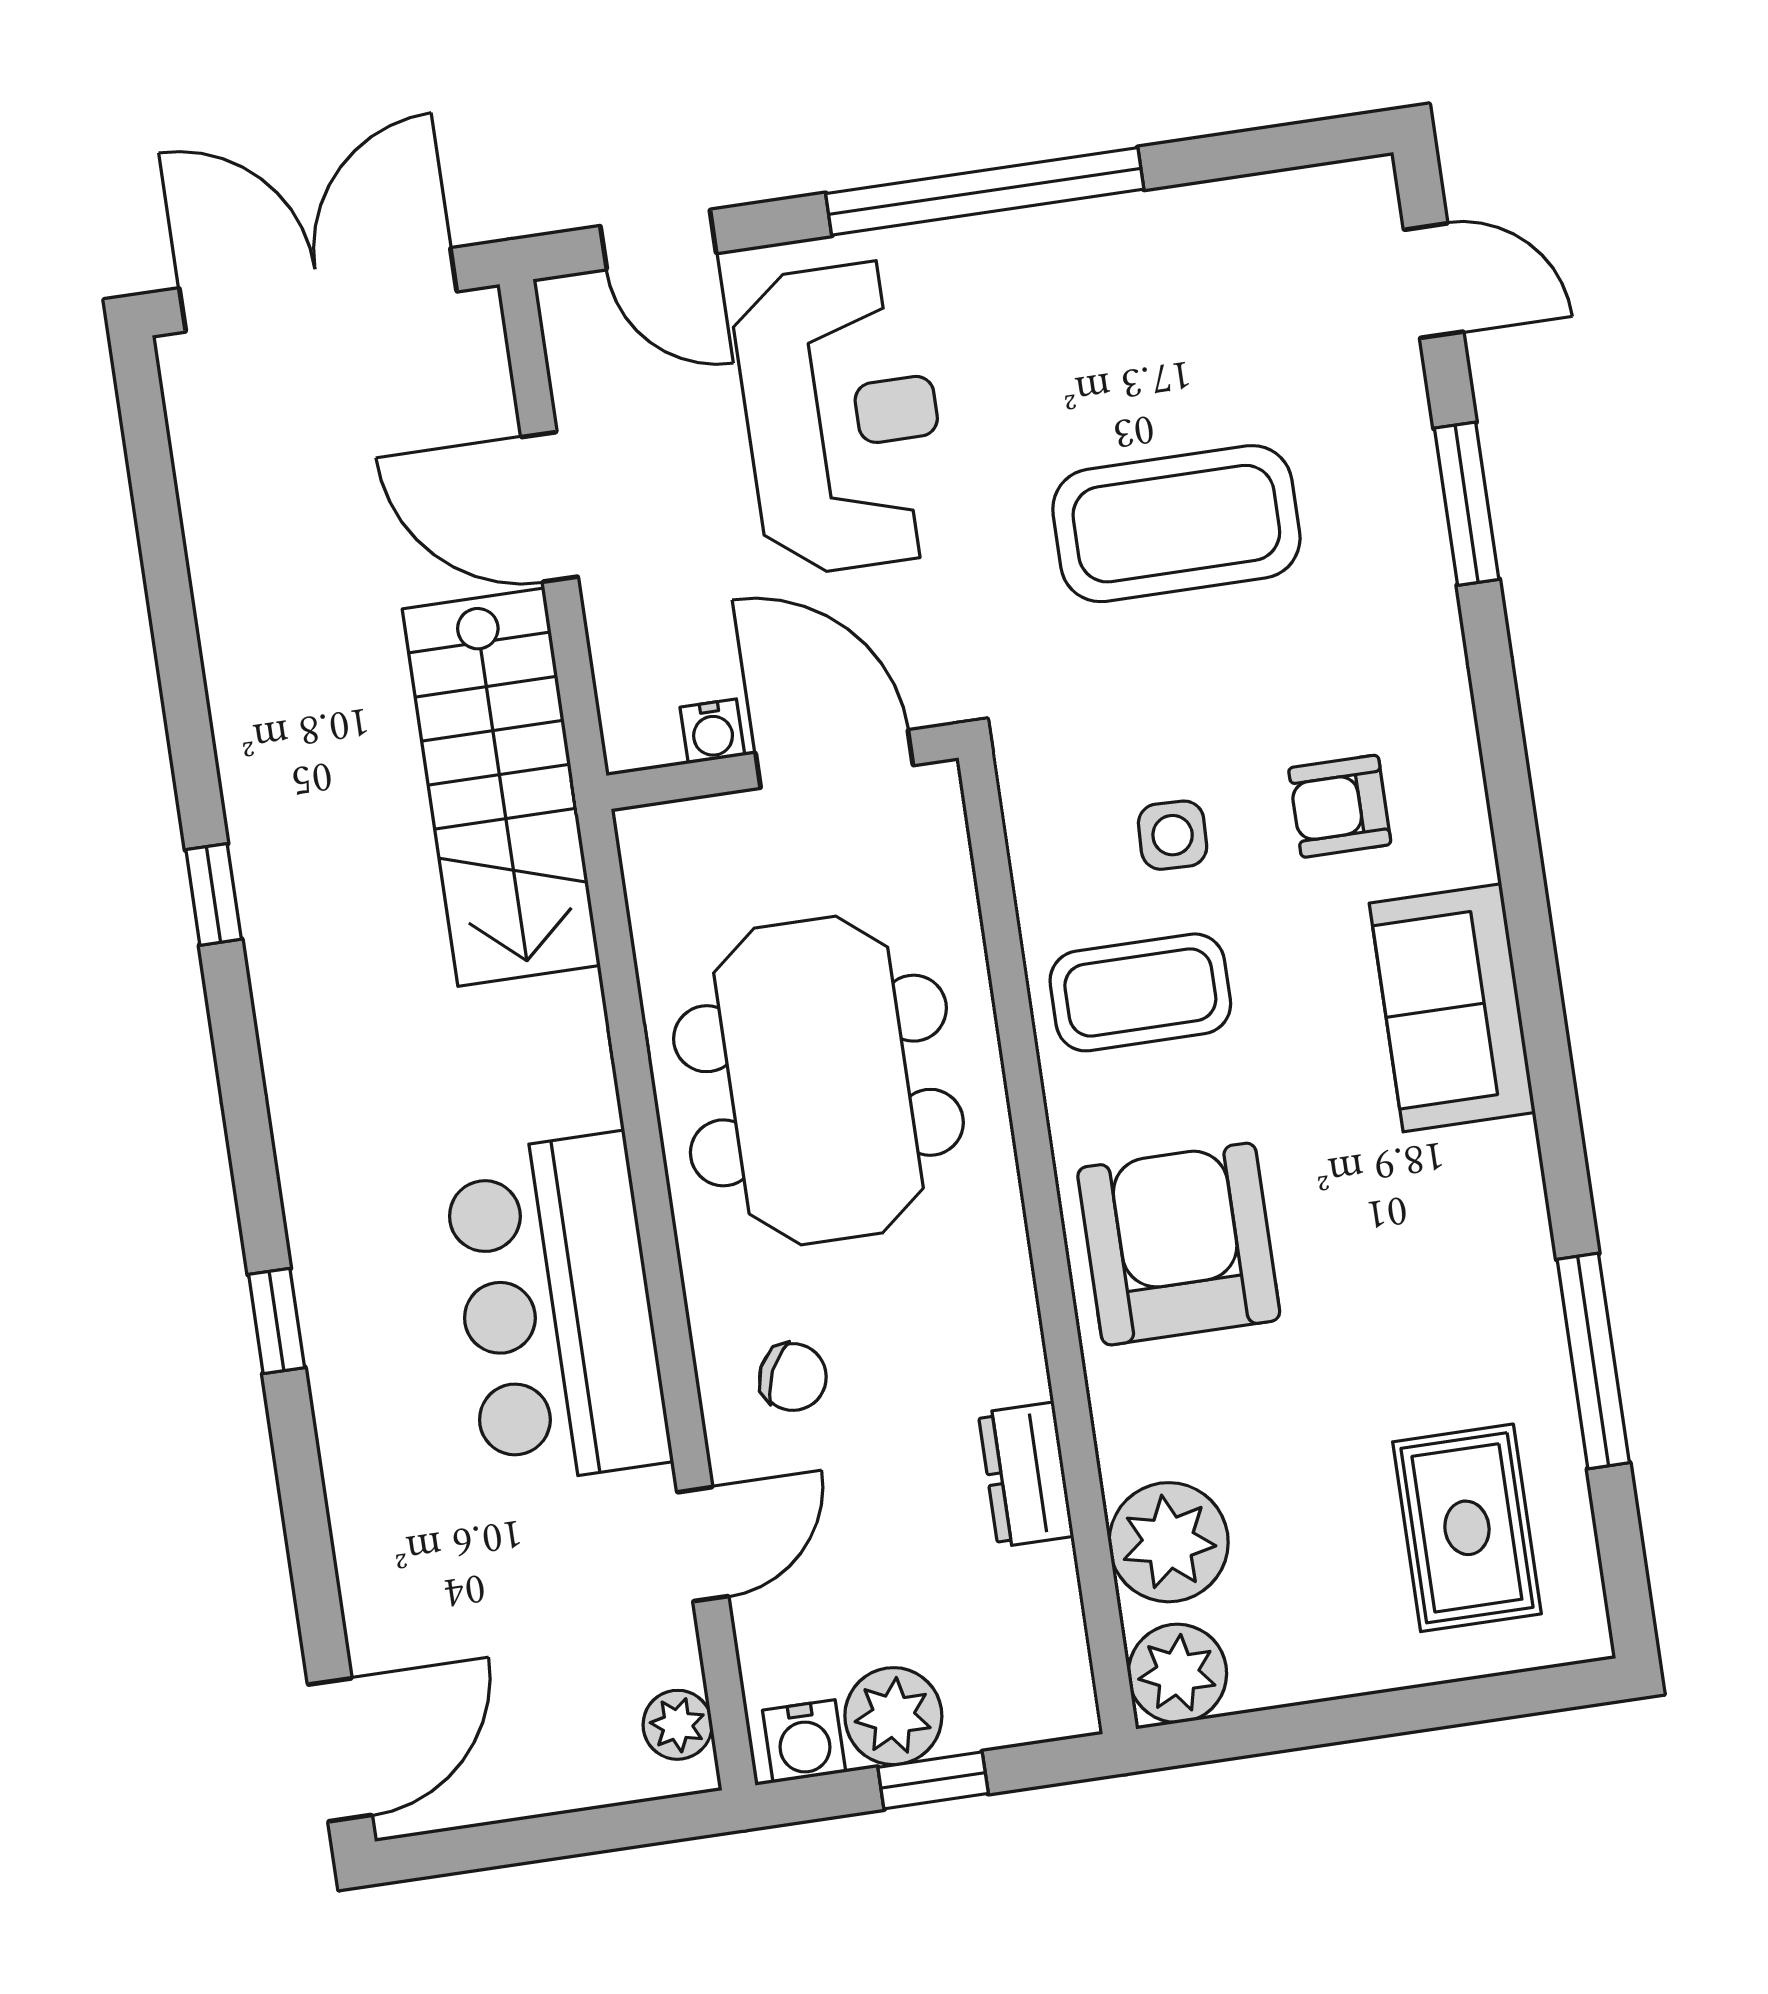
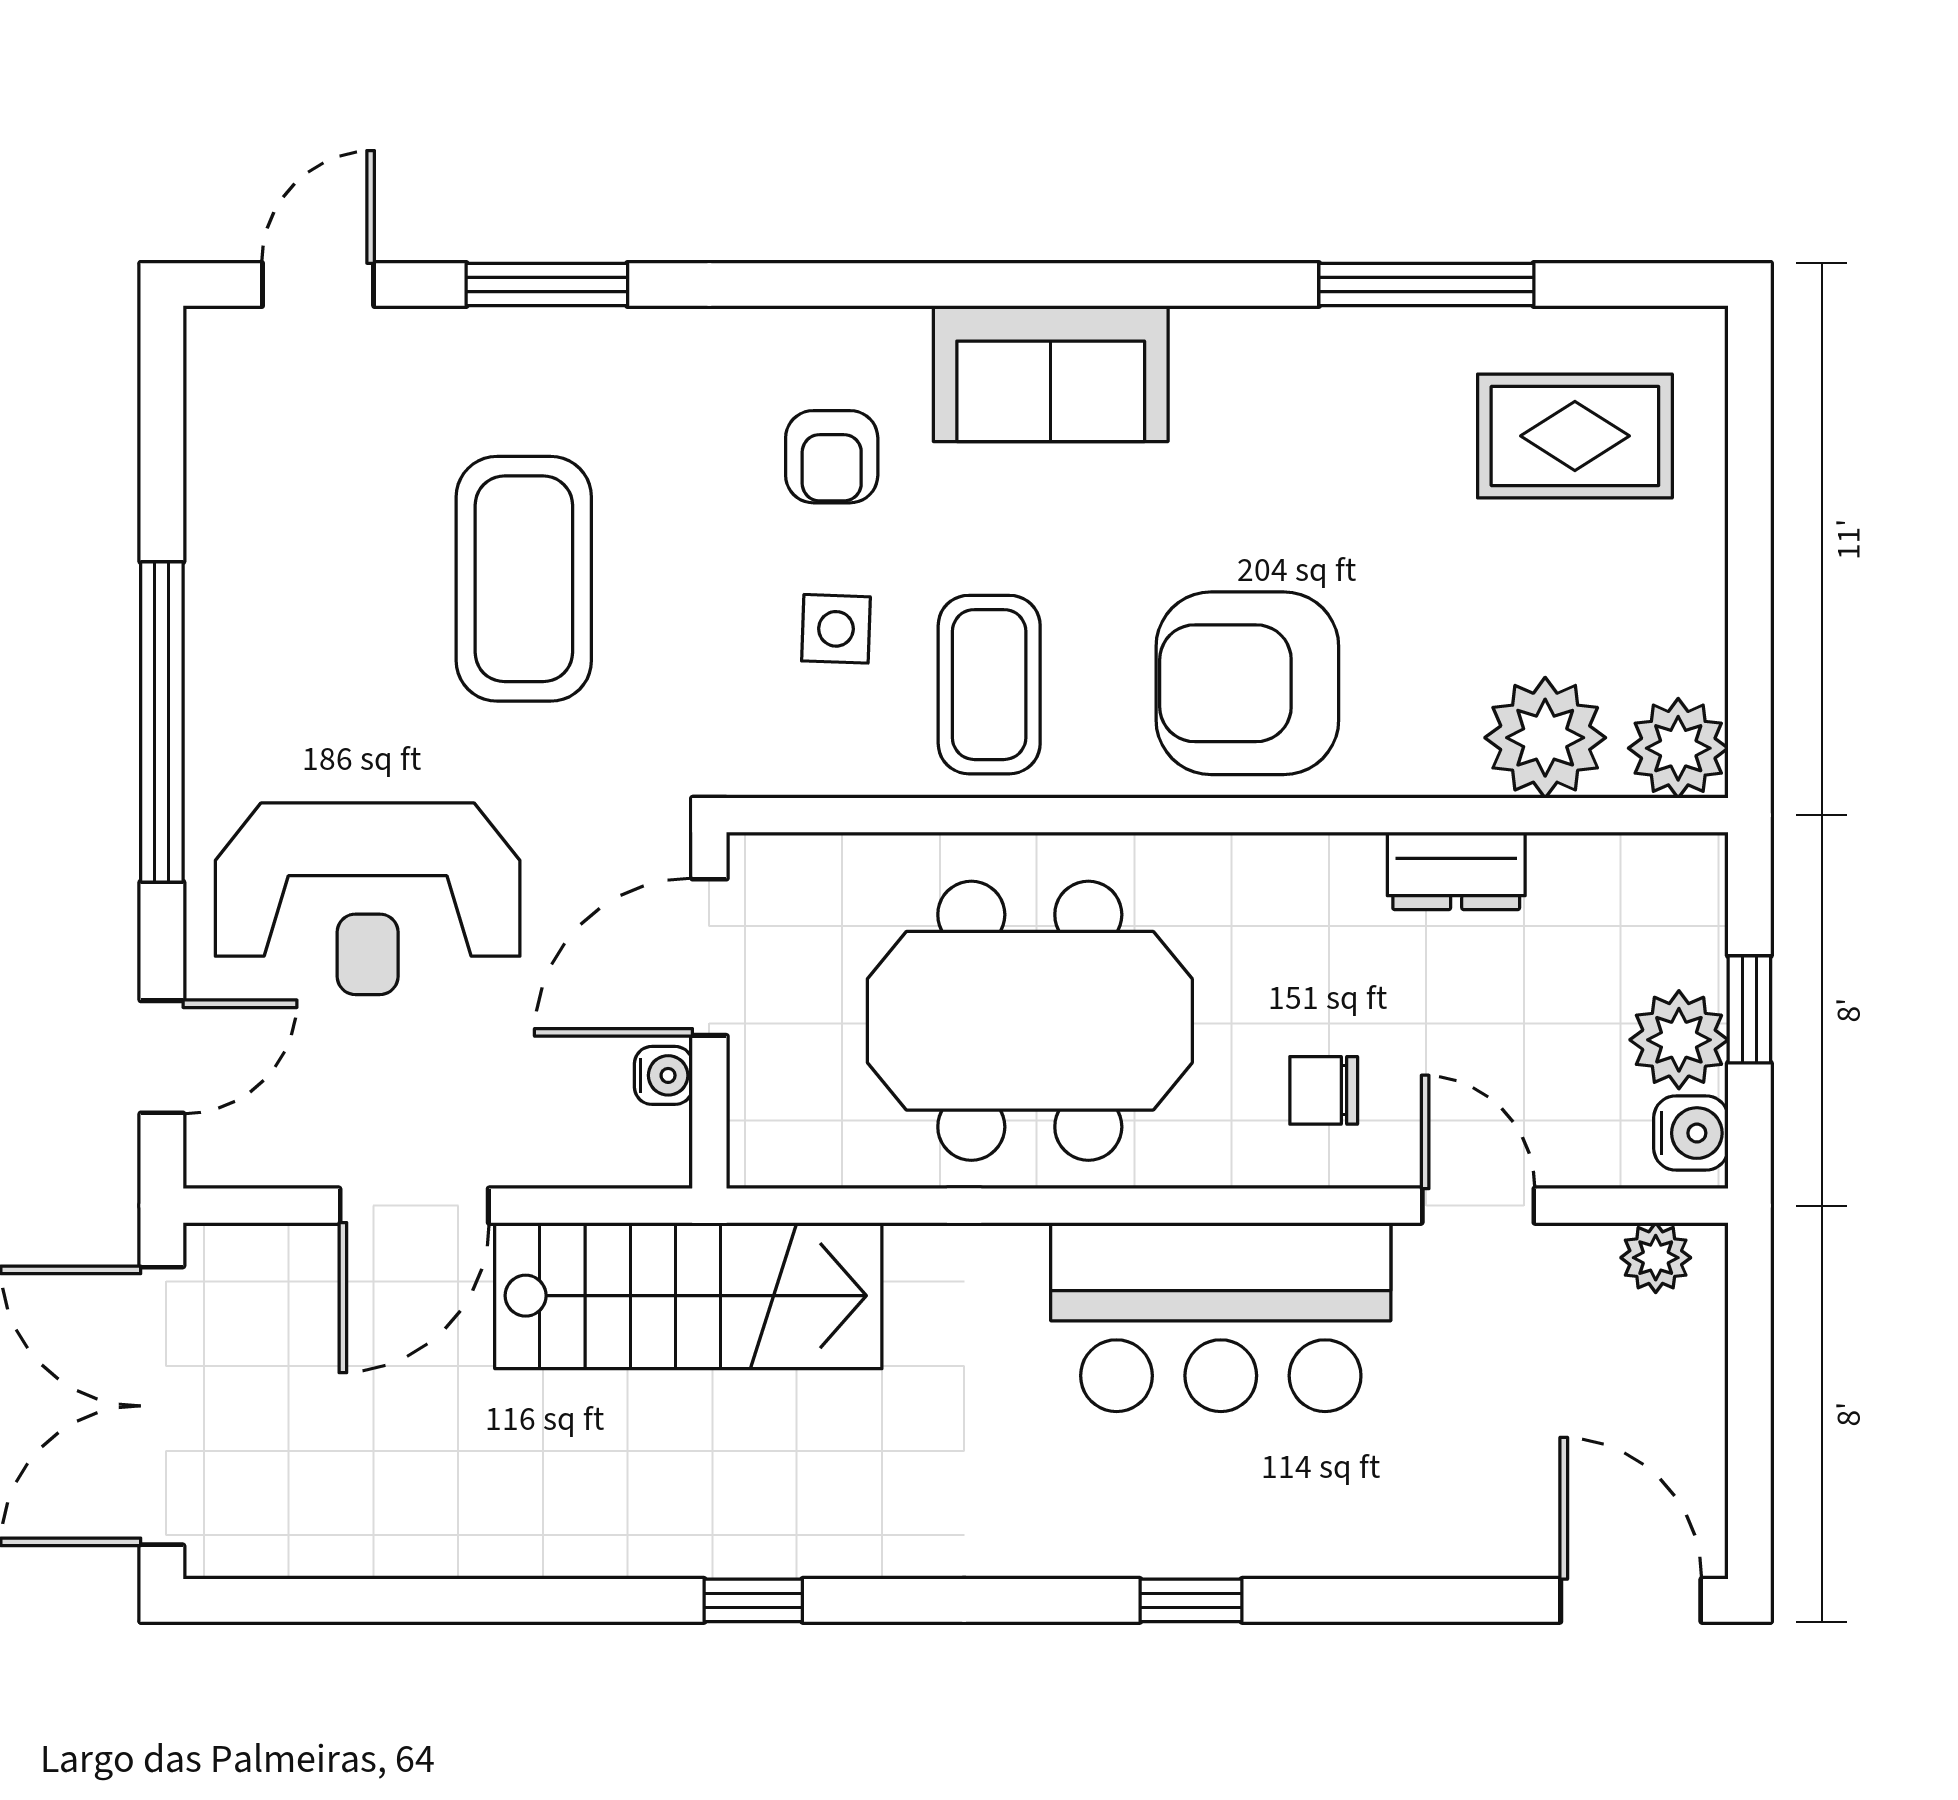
reception desk: (842, 417) -> (368, 899), turned 180
chair: (793, 1377) -> (1324, 1090), turned -115

